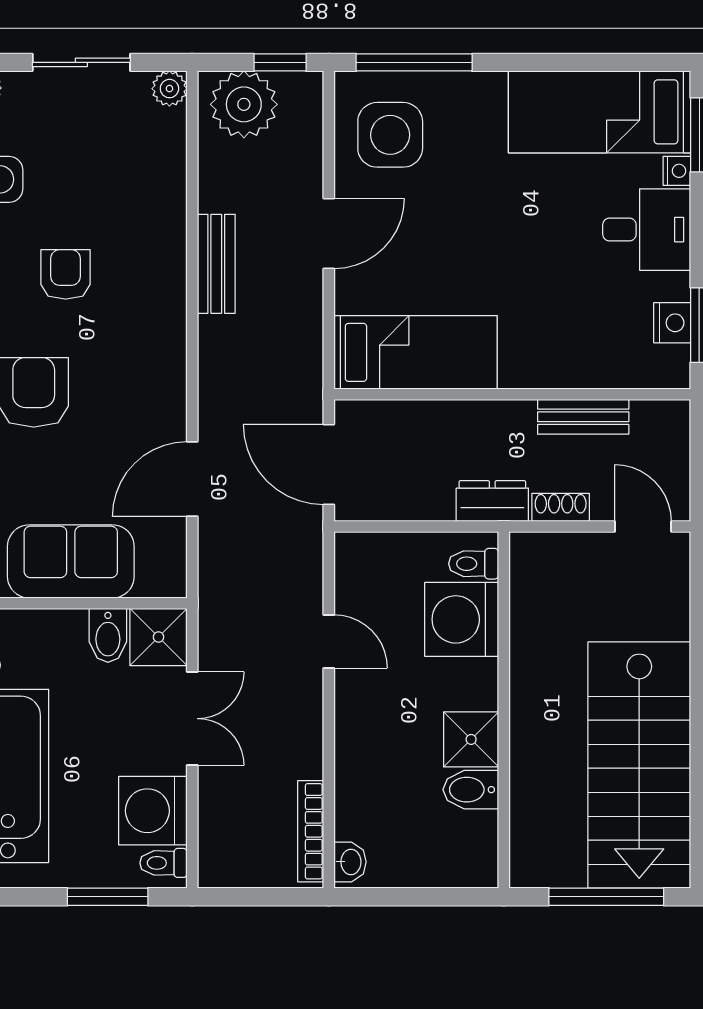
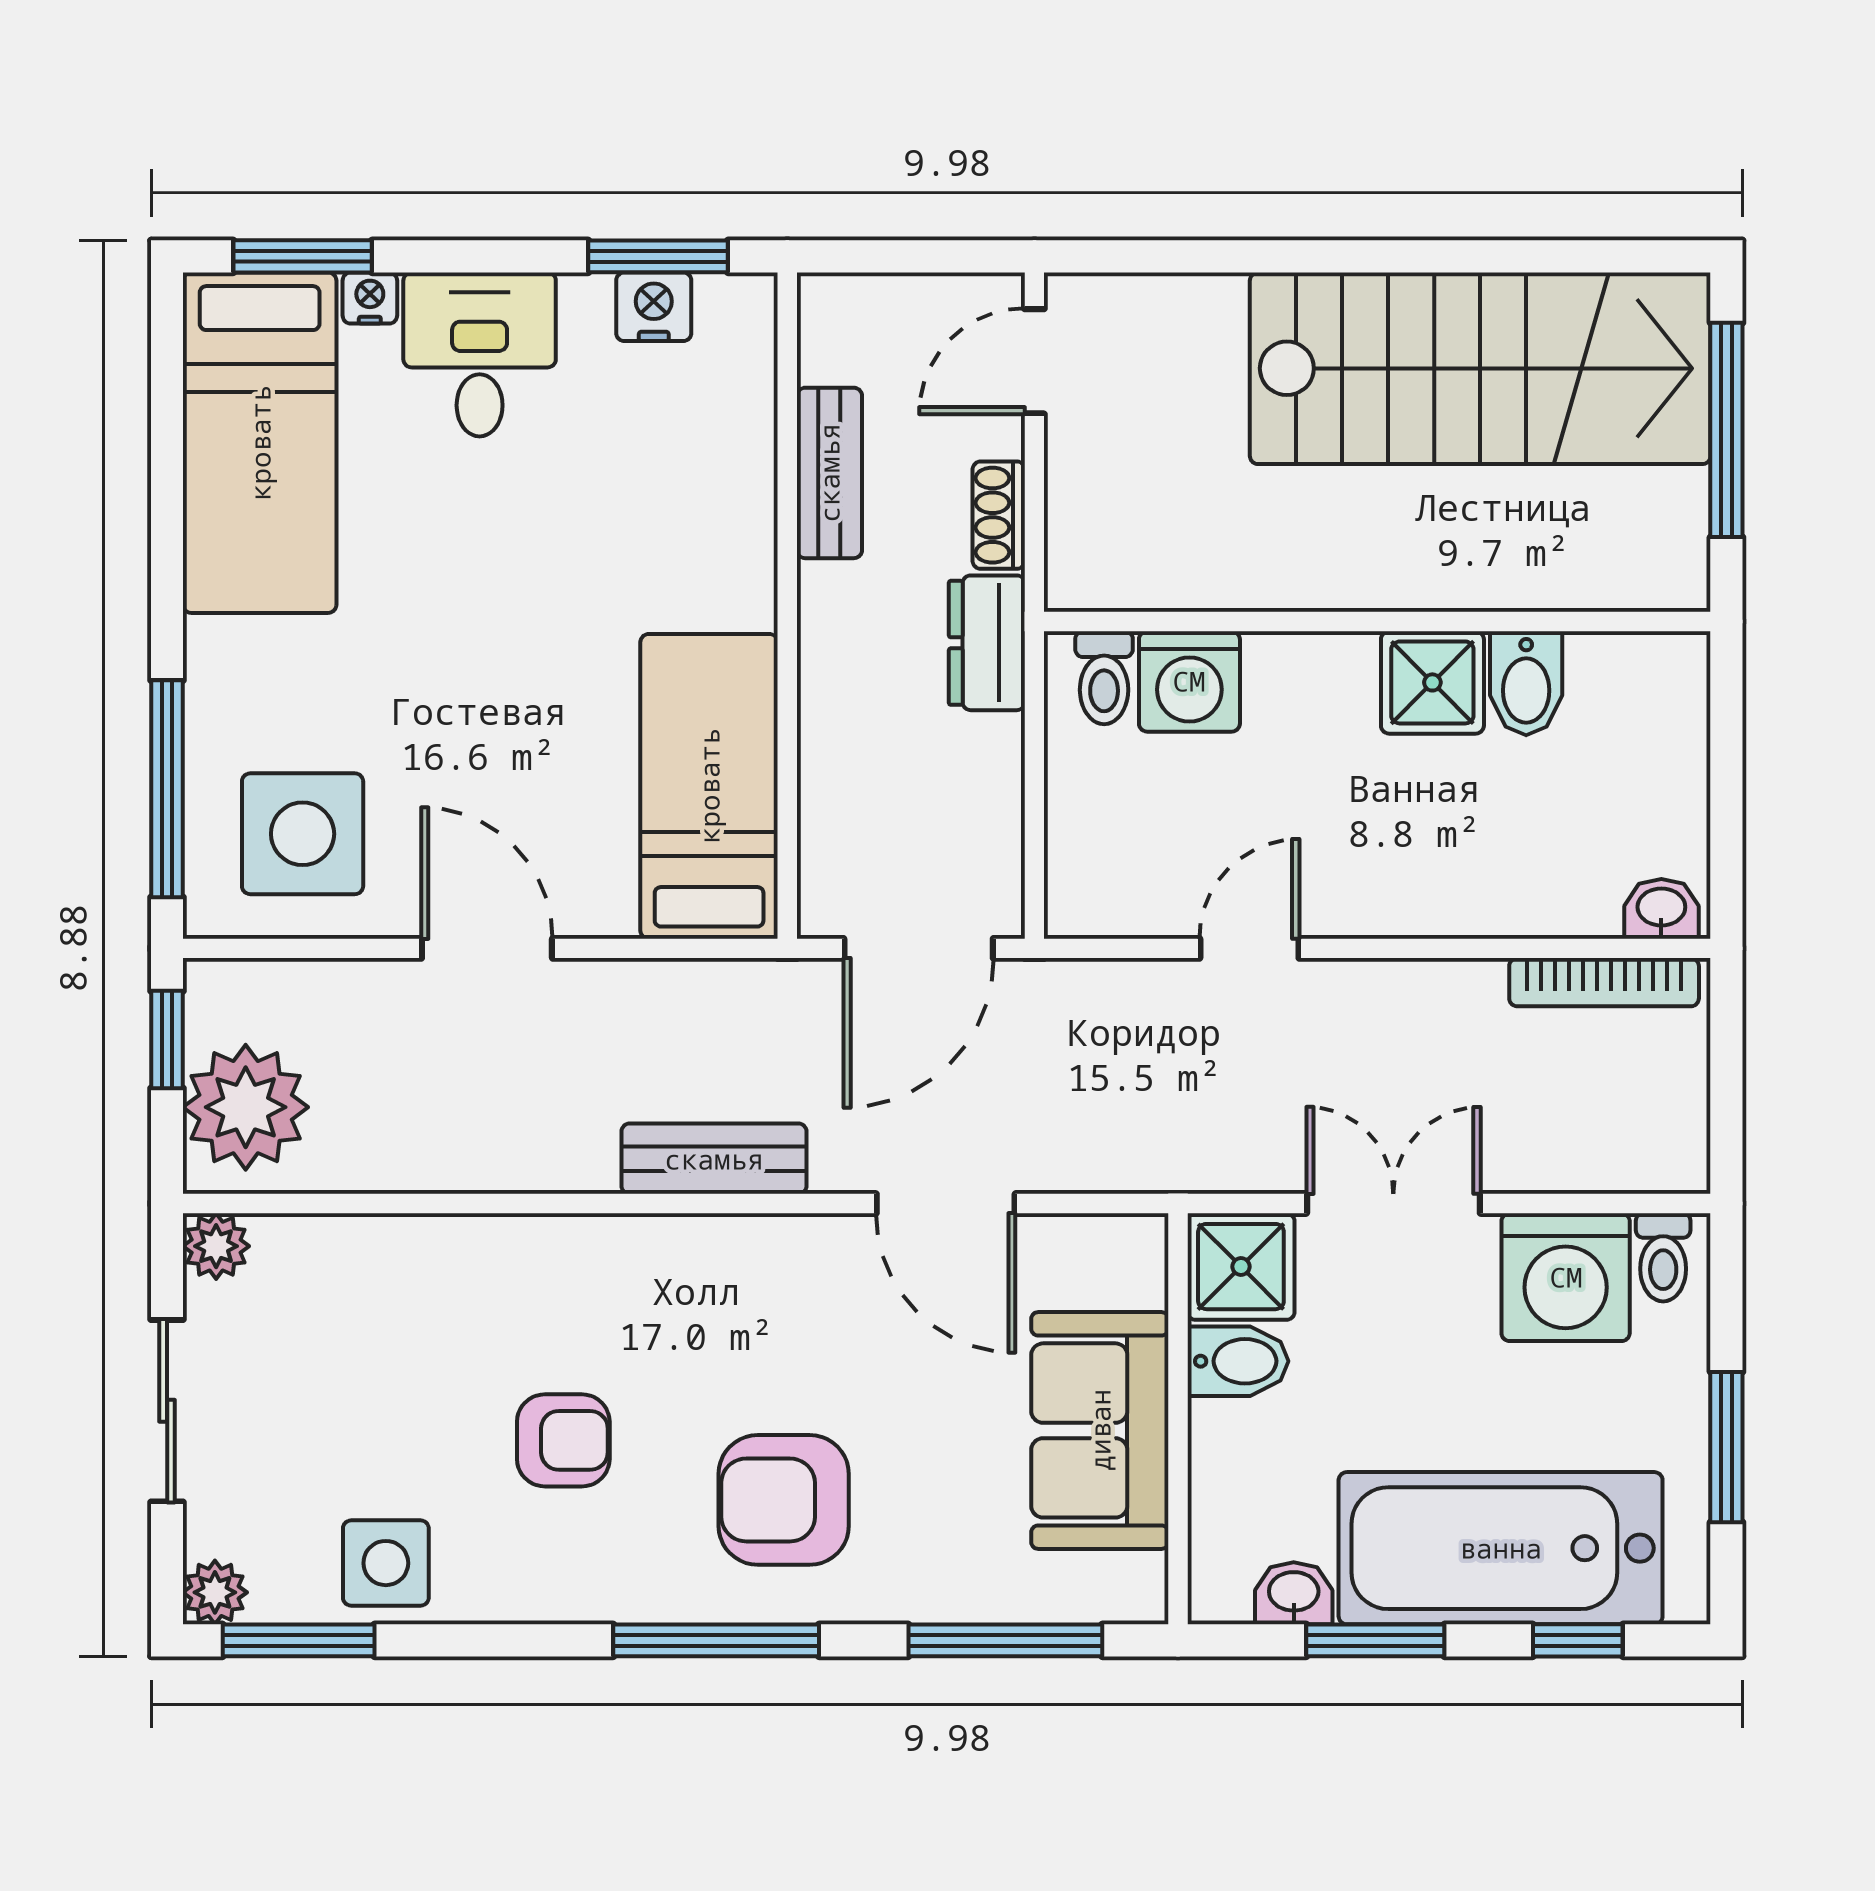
bench: (216, 264) -> (714, 1159), moved
armchair: (66, 274) -> (563, 1440), turned 180
washing machine: (462, 619) -> (1189, 681), width x0.73, depth x0.73
window: (108, 897) -> (1726, 1447), moved

